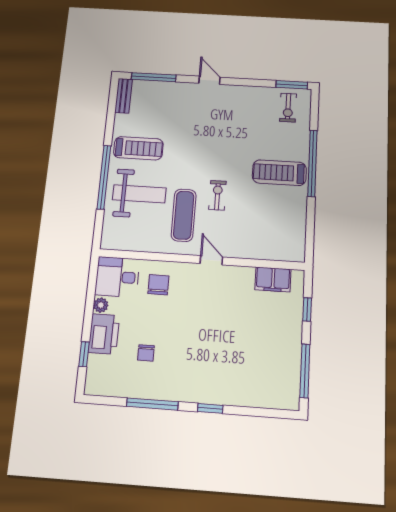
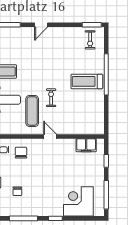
door: (209, 80) -> (41, 25), swing flipped
corner desk: (254, 380) -> (78, 201), added

